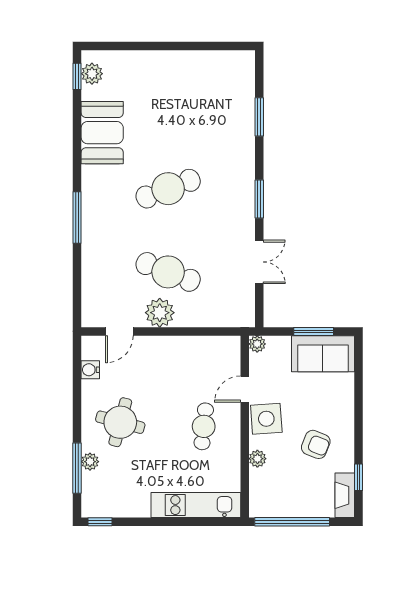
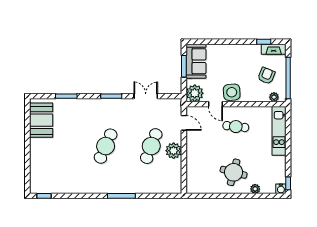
plant: (92, 74) -> (43, 188), removed
booth: (102, 133) -> (41, 120), moved, turned 90
cafe table: (168, 189) -> (106, 146), turned 45
door: (119, 331) -> (184, 123), moved
plant: (257, 344) -> (195, 93), width x1.87, depth x1.87
water cooler: (90, 370) -> (281, 189), moved
armchair: (316, 444) -> (266, 76), moved
plant: (257, 459) -> (274, 97), moved
window: (77, 468) -> (259, 196), removed

